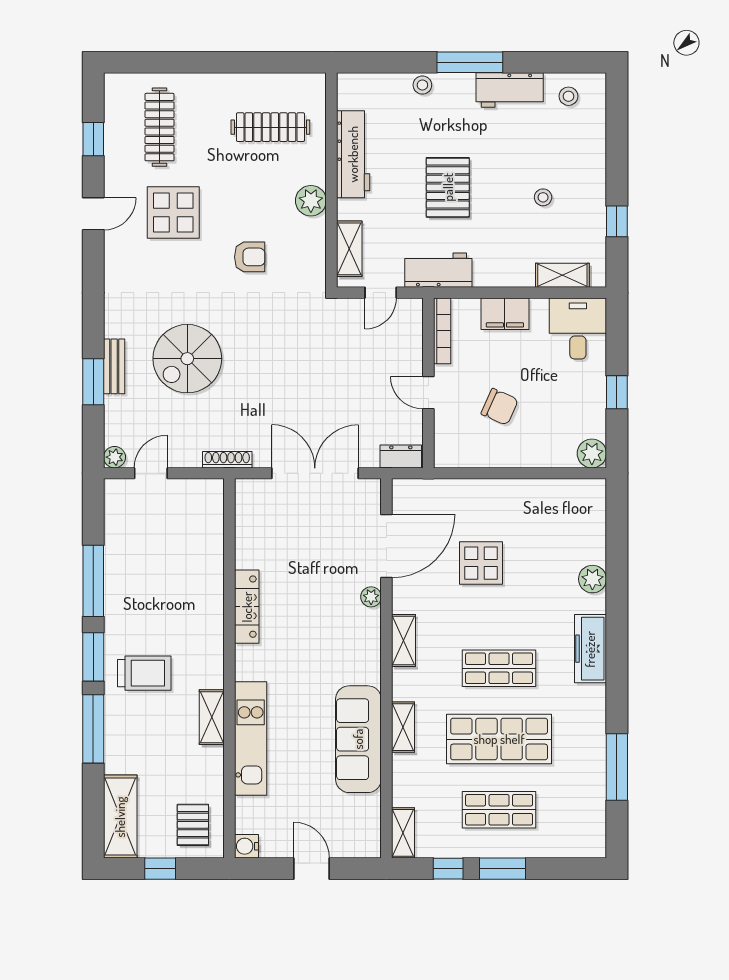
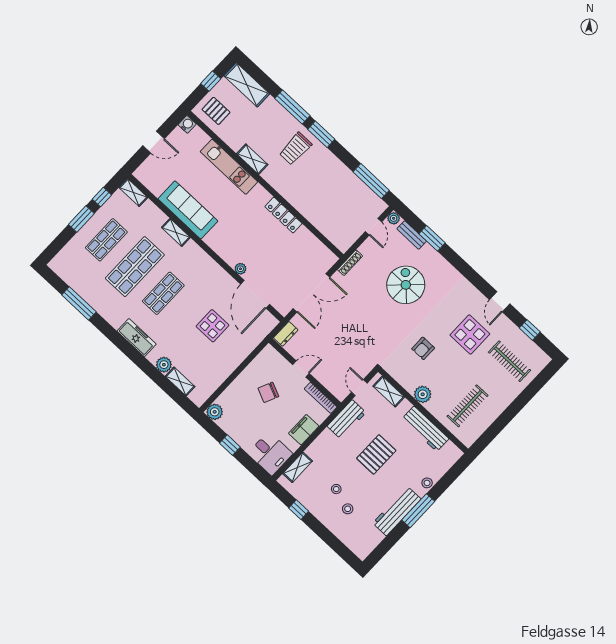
workbench: (510, 90) -> (397, 511), width x1.38
stool: (568, 96) -> (348, 509), moved
pallet: (448, 187) -> (376, 454), turned 90
bench: (114, 366) -> (412, 235), moved
window: (93, 581) -> (371, 181), moved
shelving: (403, 640) -> (180, 381), moved

